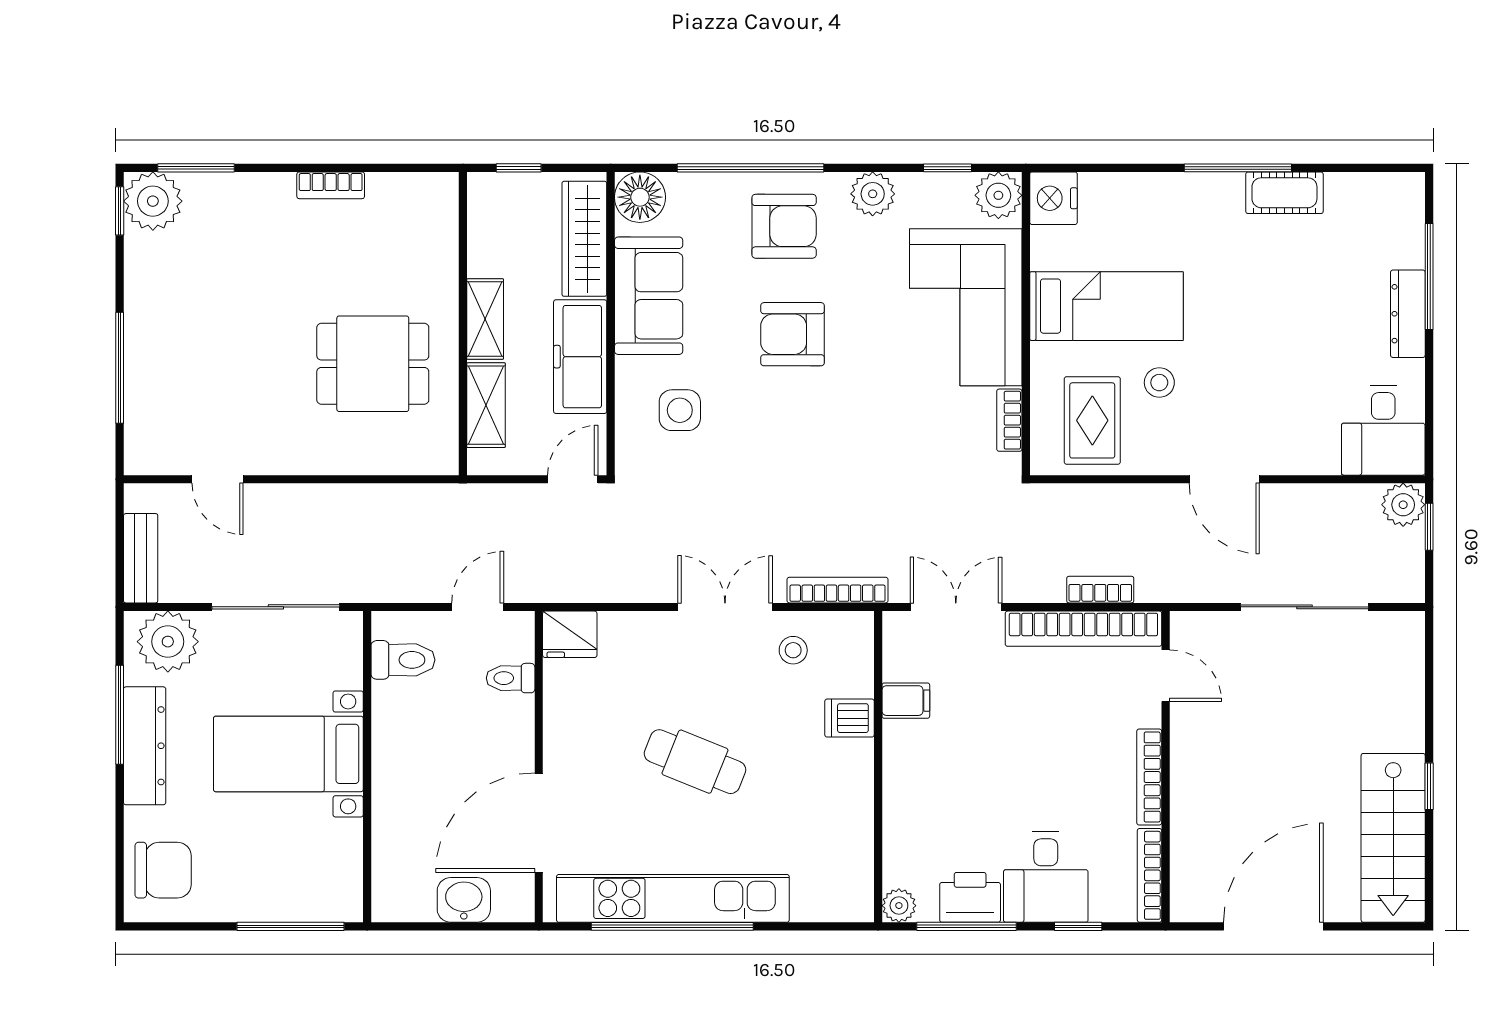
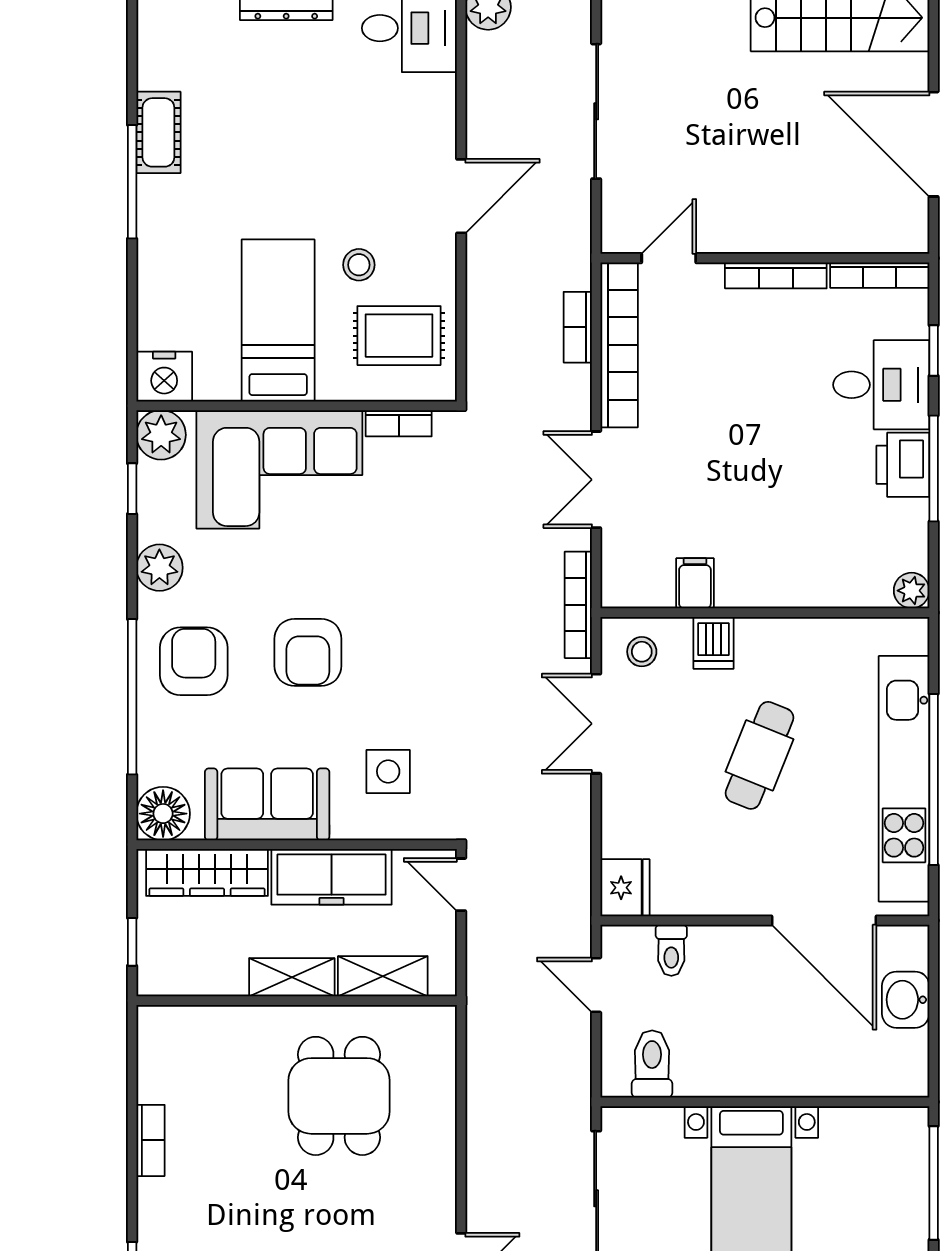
filing cabinet: (906, 701) -> (695, 583), moved
dishwasher: (850, 718) -> (713, 643), moved
wall: (878, 767) -> (765, 613), moved
plant: (899, 906) -> (912, 591), moved

